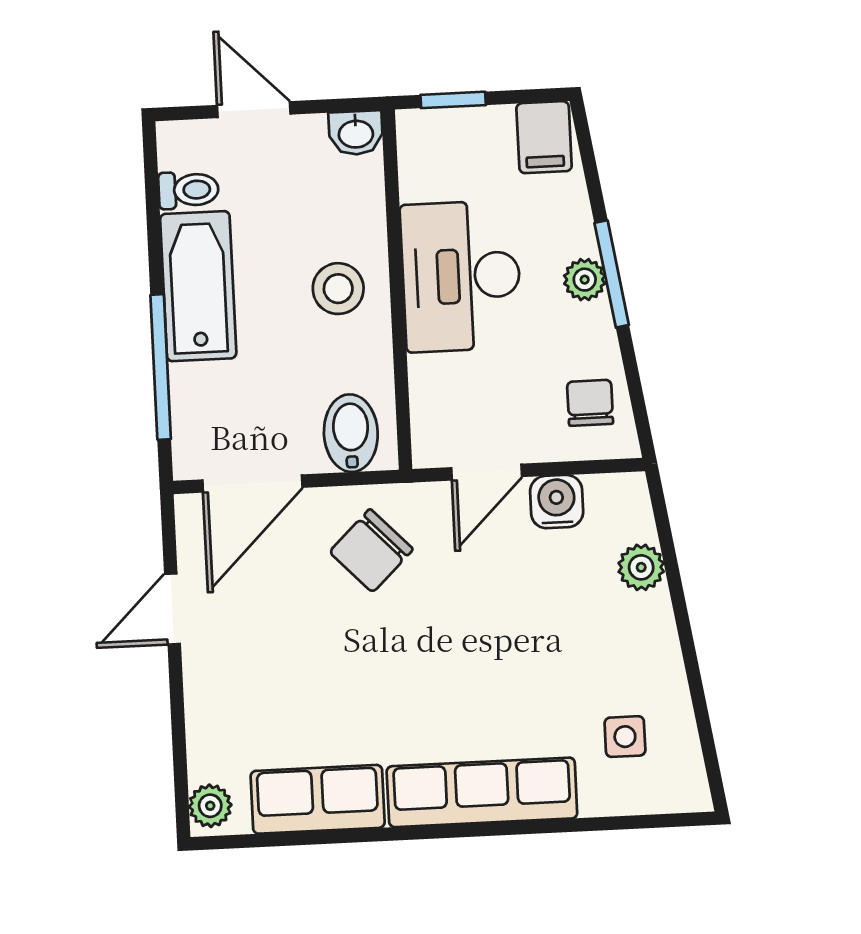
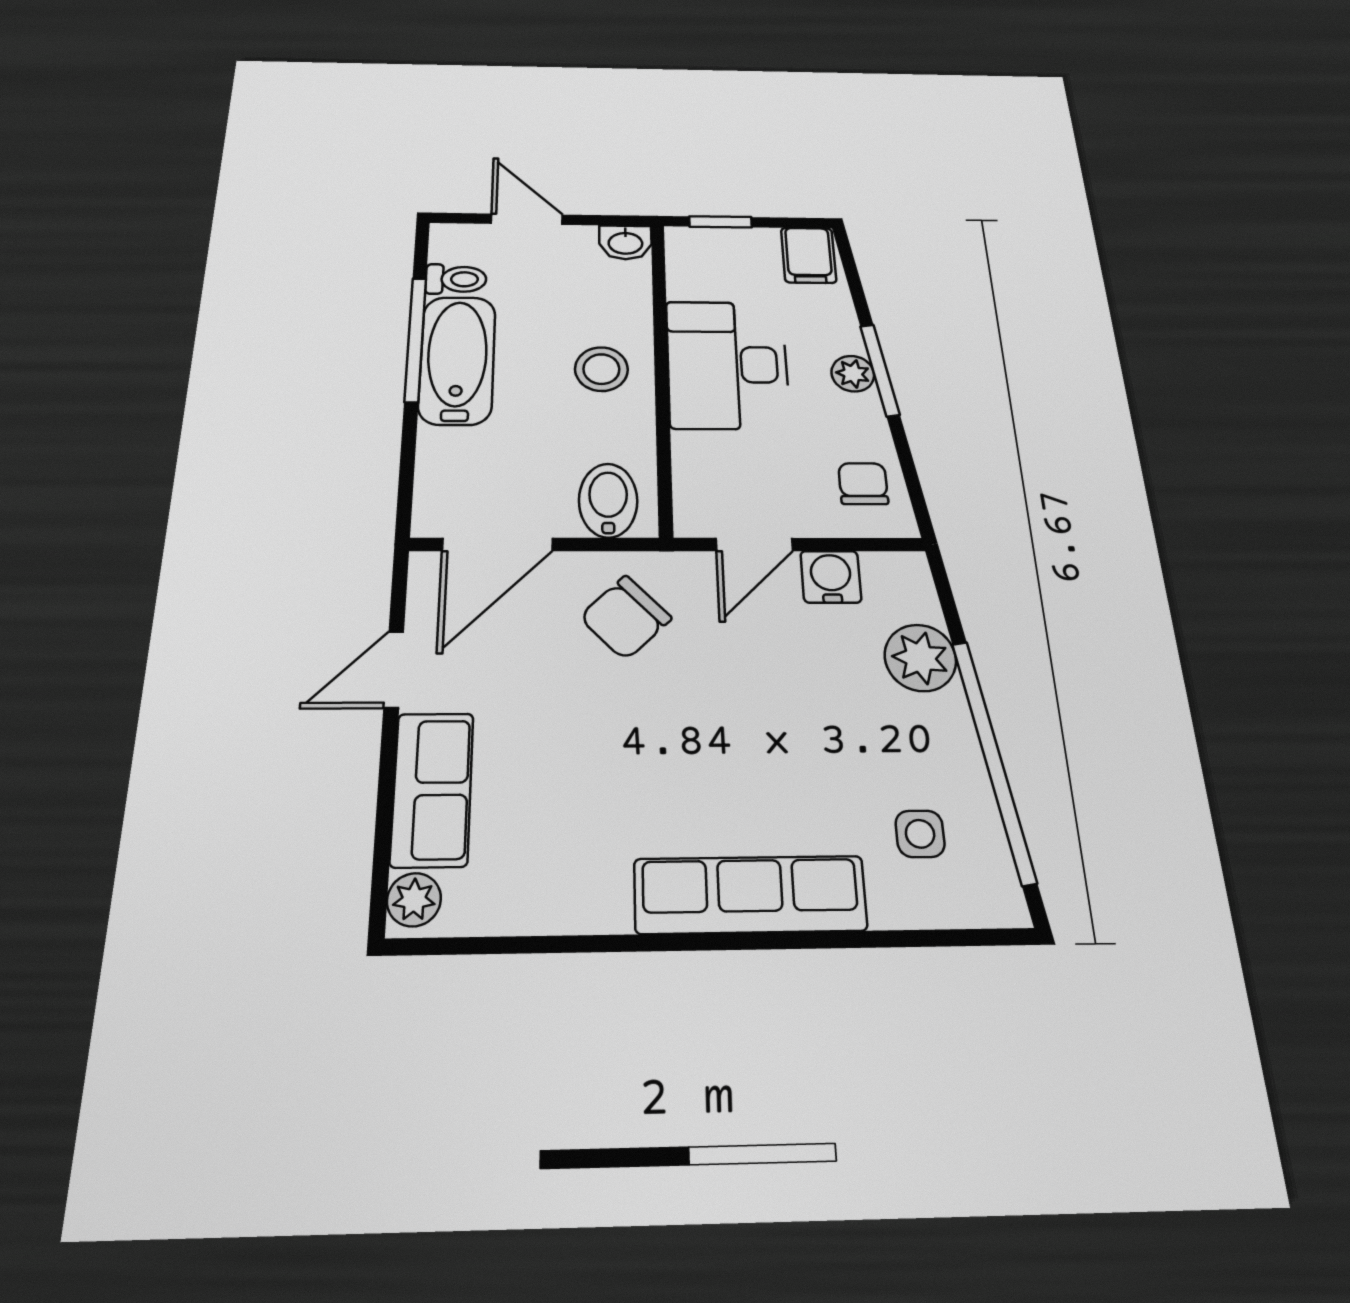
window: (161, 367) -> (415, 339), moved
plant: (641, 567) -> (920, 658), width x1.38, depth x1.38
window: (692, 669) -> (993, 760), added
row of seats: (318, 799) -> (432, 789), moved, turned 90

